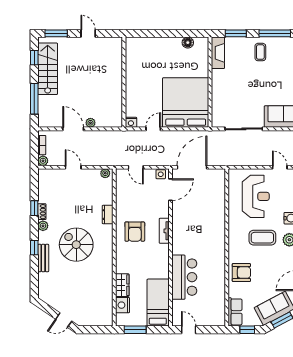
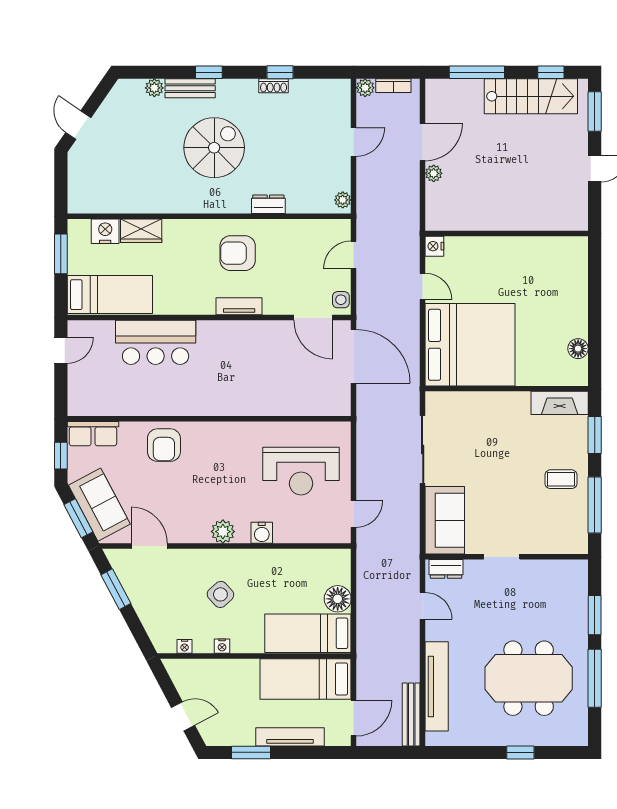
plant: (43, 226) -> (154, 88), moved
coffee table: (262, 238) -> (227, 483), removed

